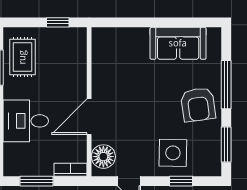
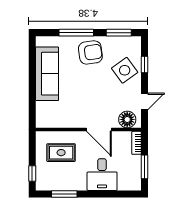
window: (58, 22) -> (32, 174), moved
sofa: (178, 43) -> (47, 74), width x1.36
rug: (22, 57) -> (61, 153), moved
side table: (173, 153) -> (125, 70), turned -37

